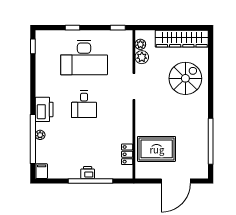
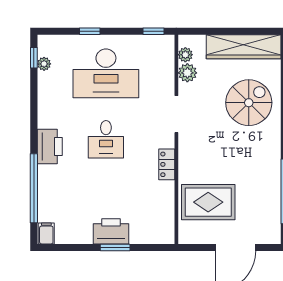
plant: (40, 135) -> (44, 64), moved
locker: (127, 154) -> (167, 164), moved
printer: (88, 173) -> (111, 231), width x1.87, depth x1.48
window: (90, 181) -> (115, 247), width x0.47

